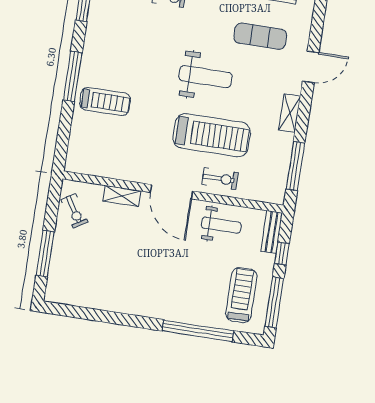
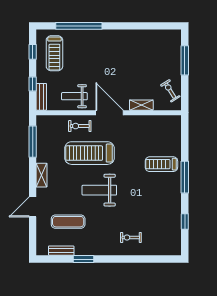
window: (274, 302) -> (33, 52), width x0.46

